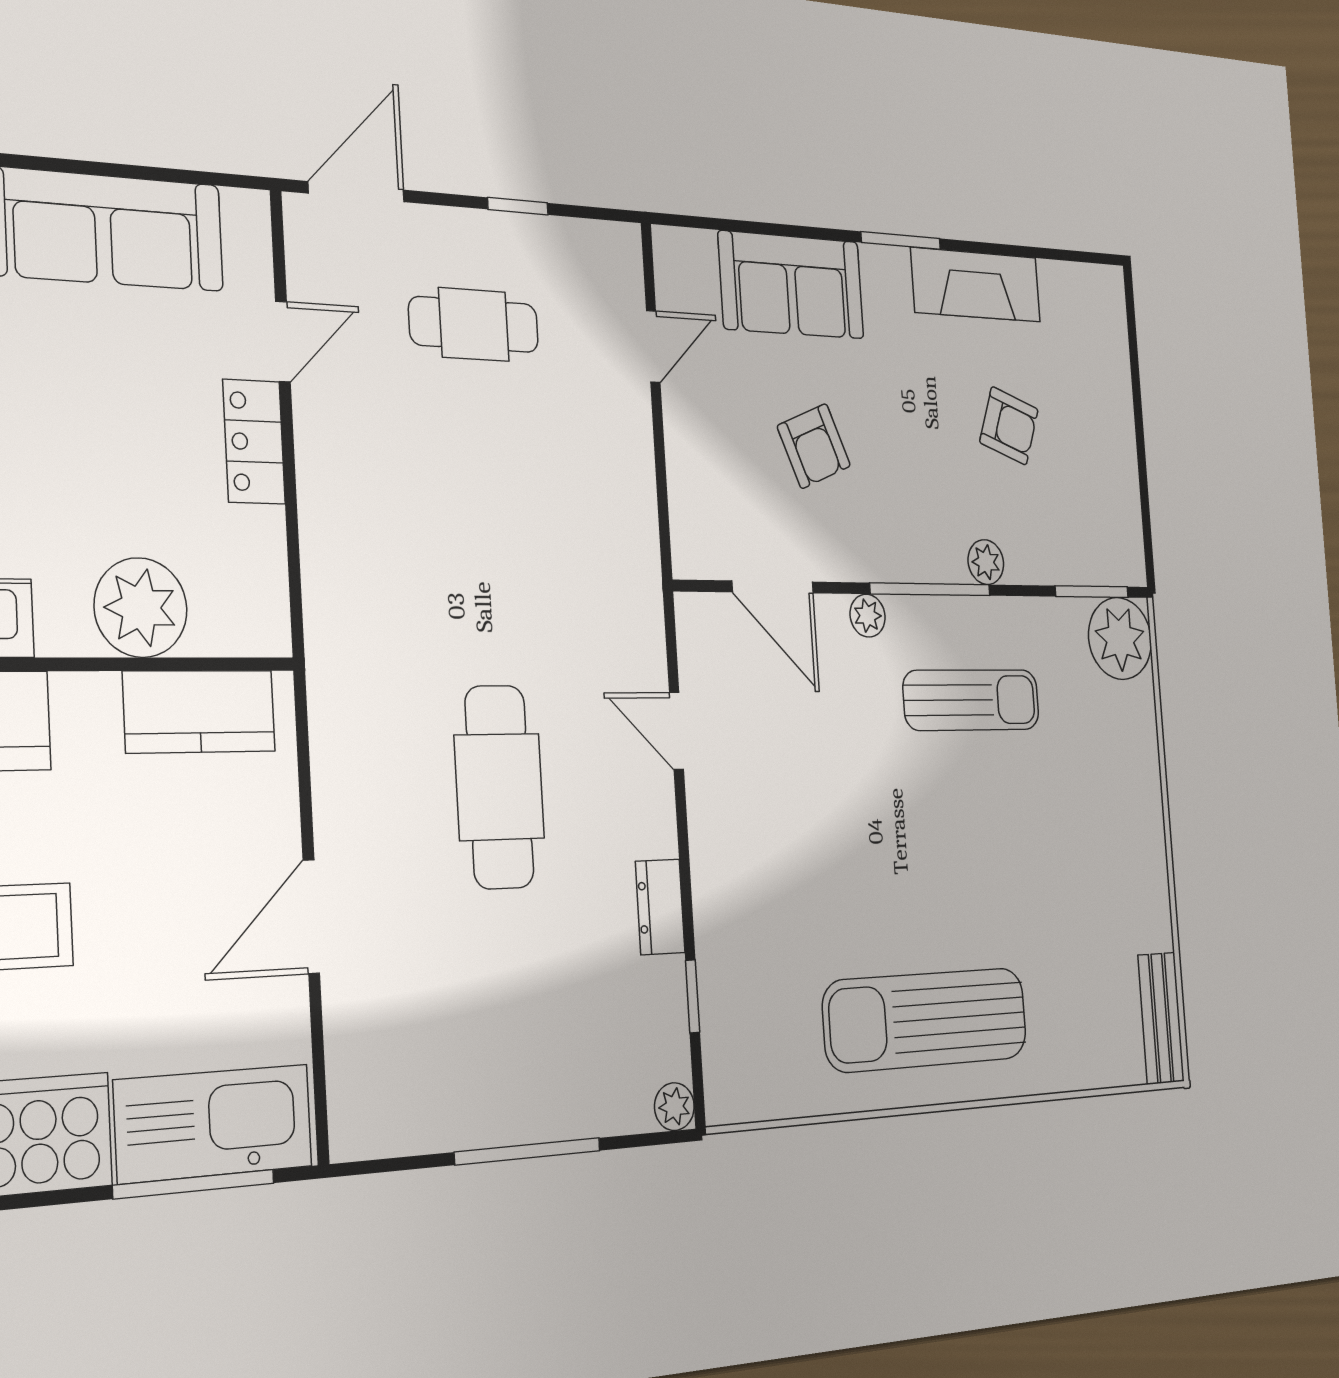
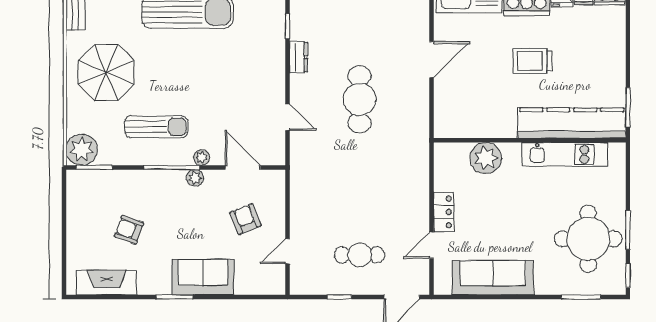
sofa: (791, 285) -> (203, 277), moved
fireplace: (976, 285) -> (107, 283), moved
armchair: (814, 446) -> (246, 219), moved
plant: (986, 562) -> (195, 178), moved
sun lounger: (971, 700) -> (156, 127), turned 180
kitchen counter: (199, 712) -> (467, 125), removed
parasol: (1086, 843) -> (106, 73), added

